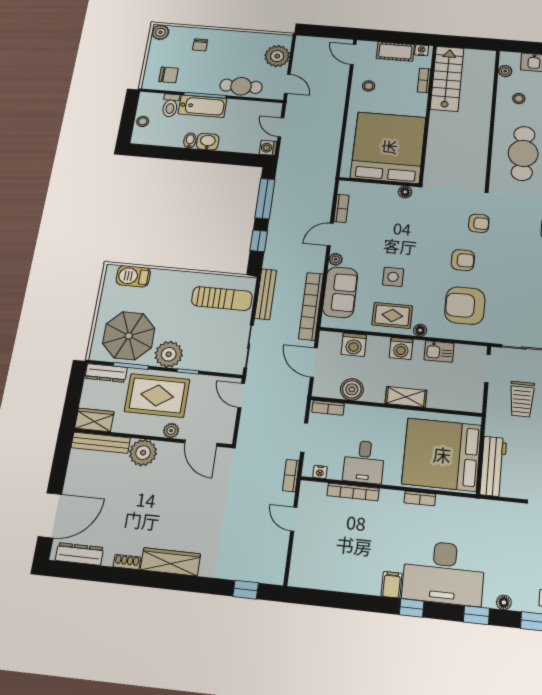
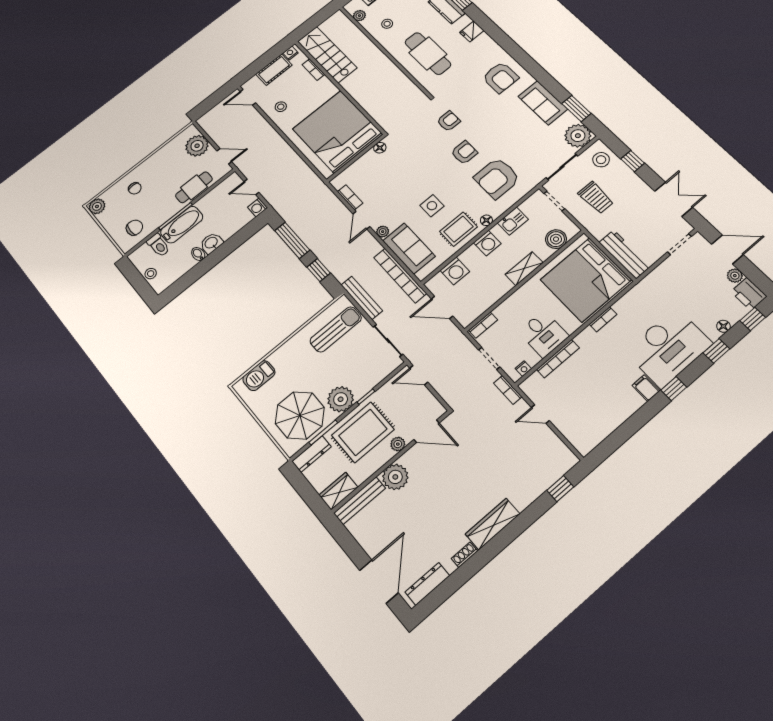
boiler: (352, 389) -> (556, 239), moved

